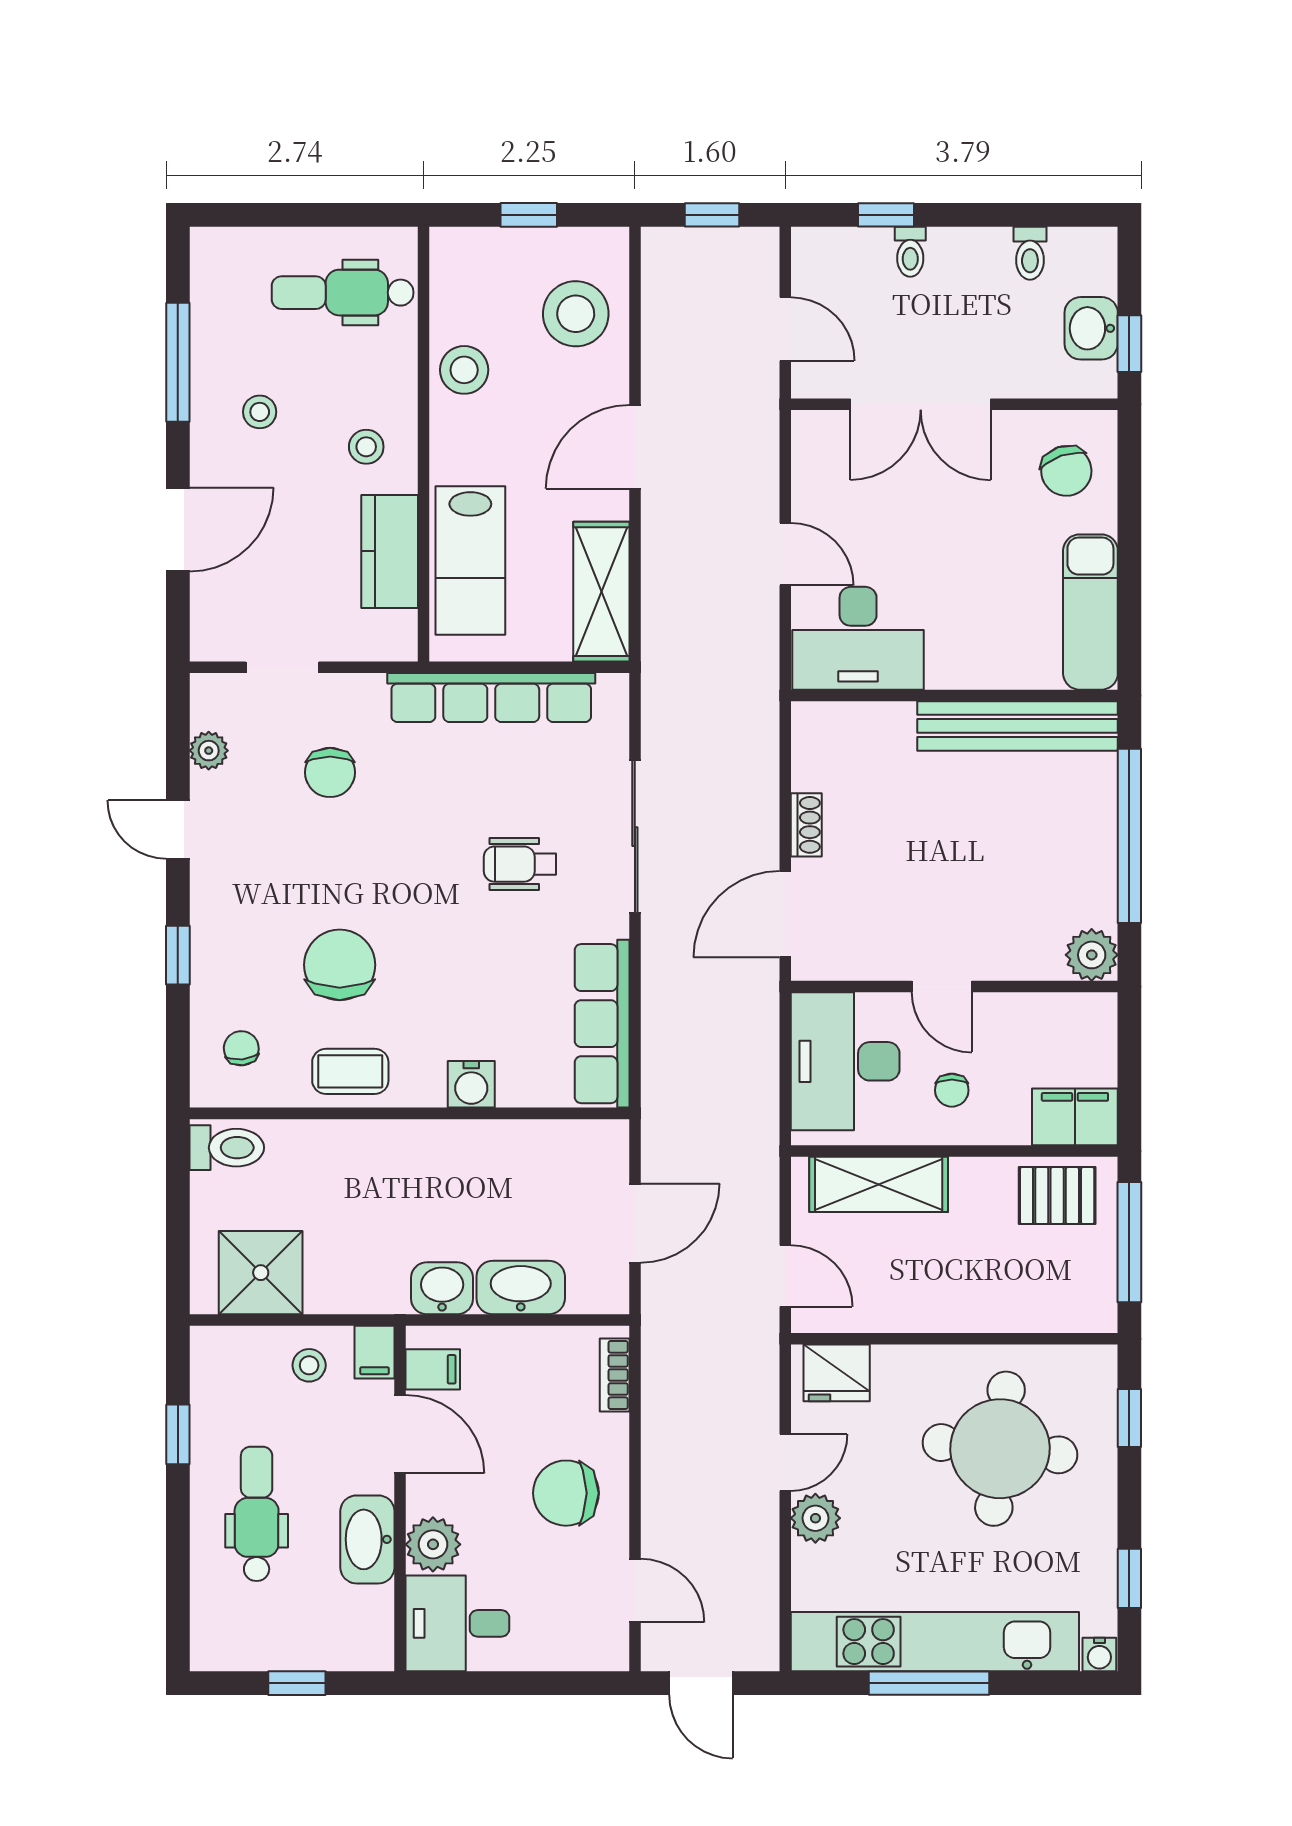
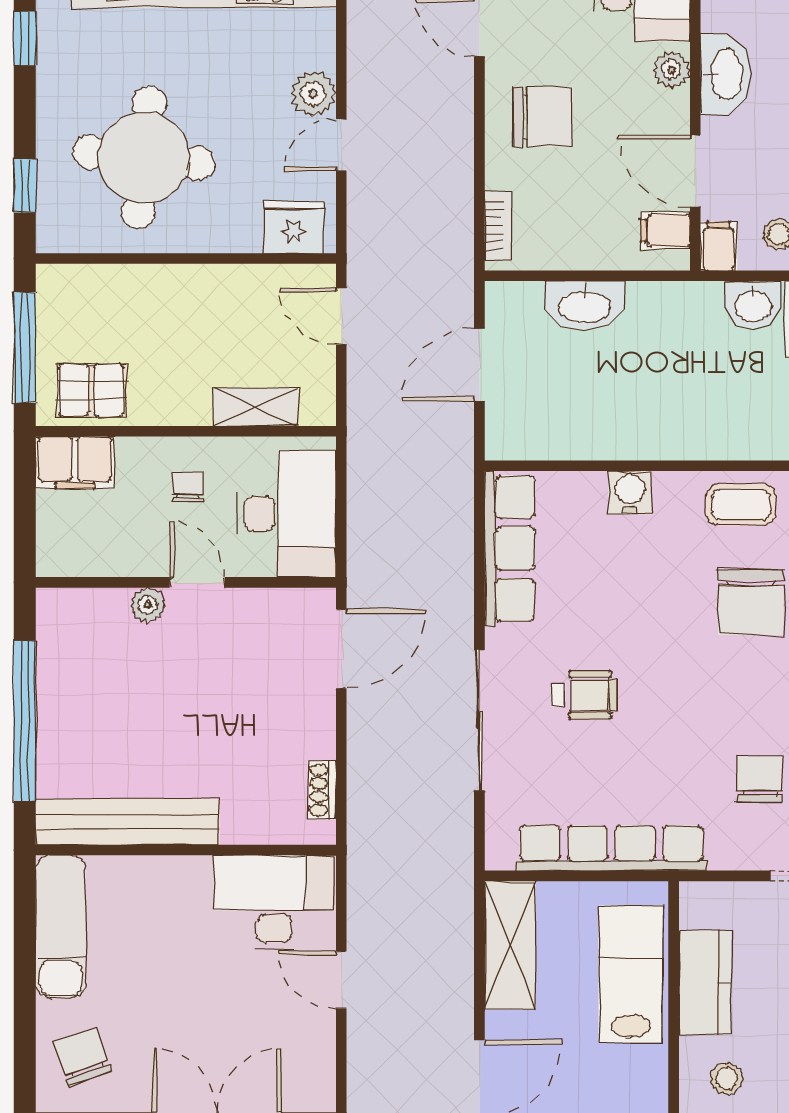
shoe rack: (806, 825) -> (322, 790), moved
plant: (1092, 955) -> (148, 605), moved, width x0.73, depth x0.73
shelving: (879, 1184) -> (255, 407), width x0.67, depth x0.75
washbasin: (442, 1288) -> (753, 305), moved
plant: (433, 1544) -> (672, 70), width x0.73, depth x0.73

